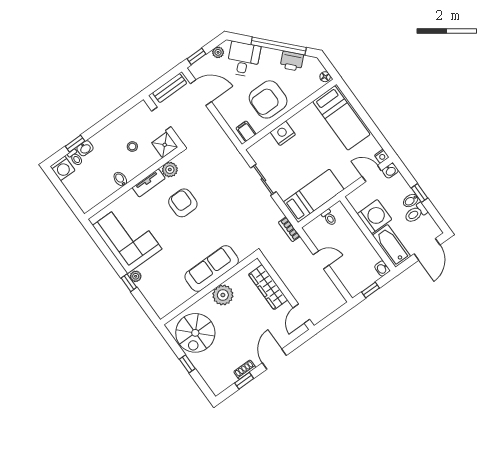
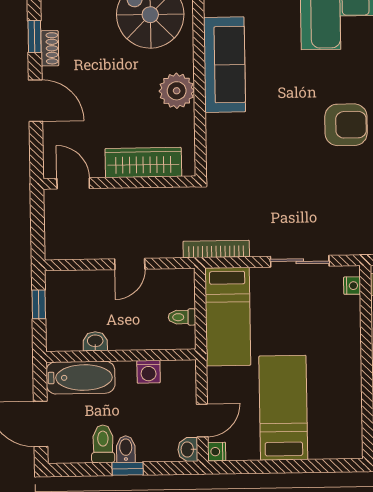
bed: (341, 118) -> (283, 408), moved, turned 90
nightstand: (283, 133) -> (352, 286), moved, width x0.53, depth x0.56
washing machine: (374, 217) -> (149, 372), width x0.53, depth x0.53
bookcase: (289, 229) -> (216, 249), width x1.56
sofa: (212, 269) -> (224, 65), moved
washbasin: (382, 269) -> (95, 341), moved

